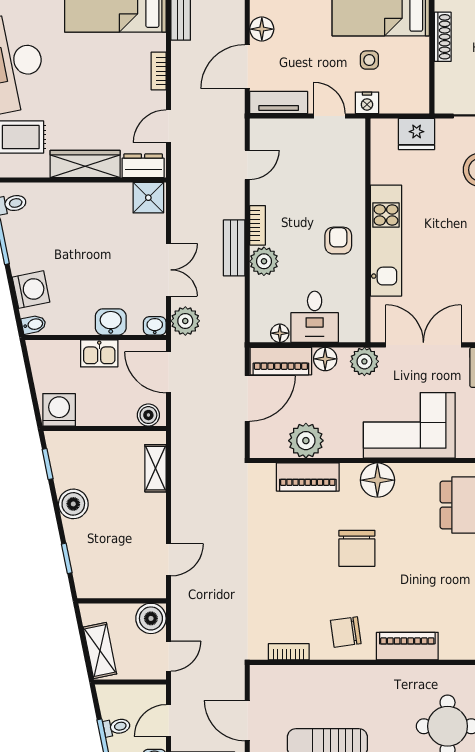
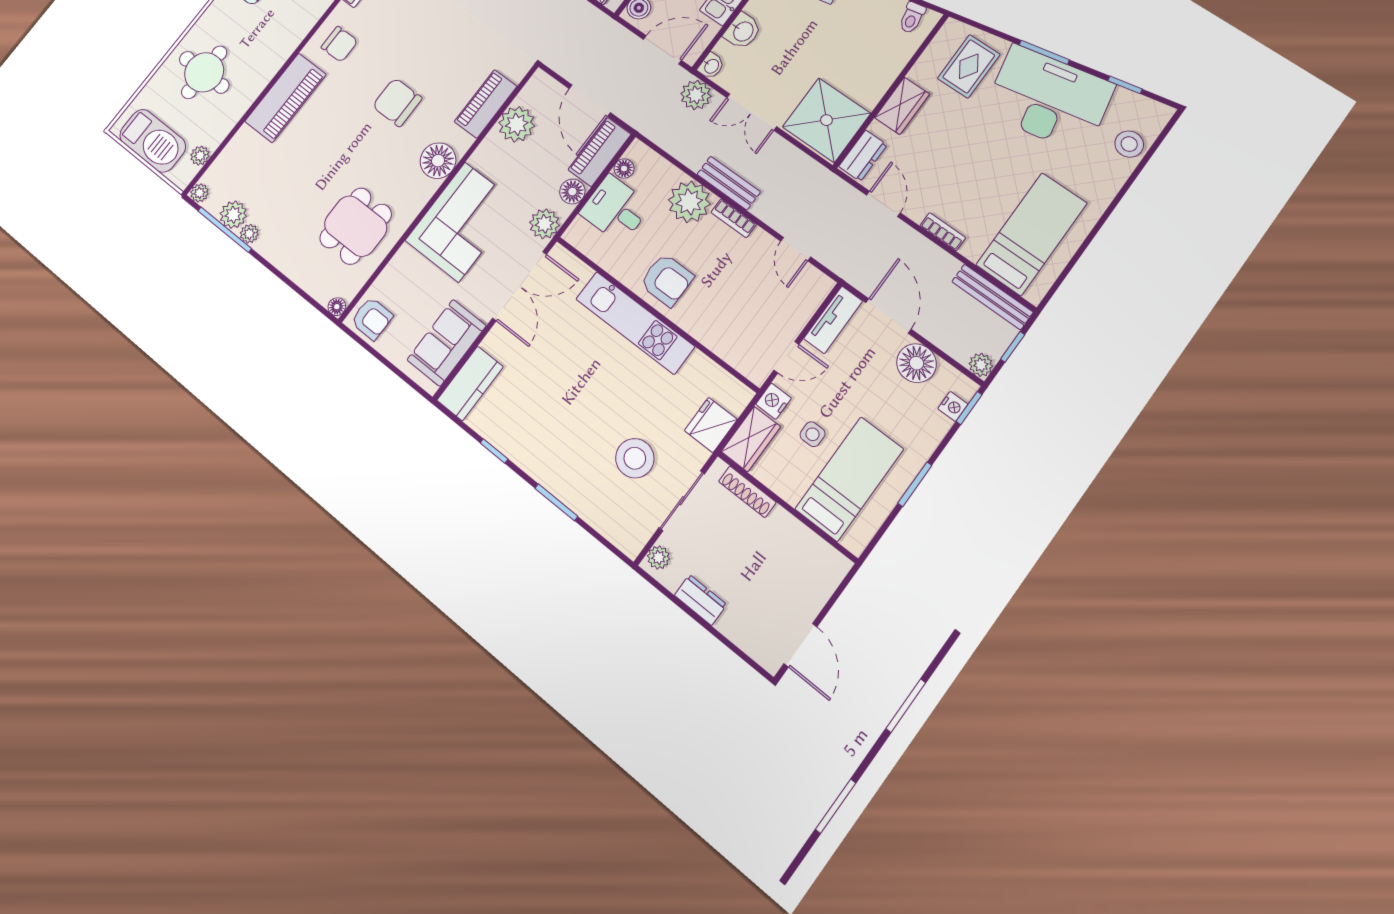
floor lamp: (262, 29) -> (916, 363), width x1.38, depth x1.38
shoe rack: (443, 37) -> (747, 492), moved
wardrobe: (405, 99) -> (751, 439), added
wardrobe: (85, 164) -> (902, 106), width x0.67
shower: (148, 198) -> (826, 120), width x1.86, depth x1.86
armchair: (338, 241) -> (667, 280), width x1.38, depth x1.38
plant: (264, 261) -> (689, 202), width x1.36, depth x1.36
chair: (346, 632) -> (339, 44), turned 98
piano: (407, 646) -> (286, 98), width x1.37, depth x1.33

